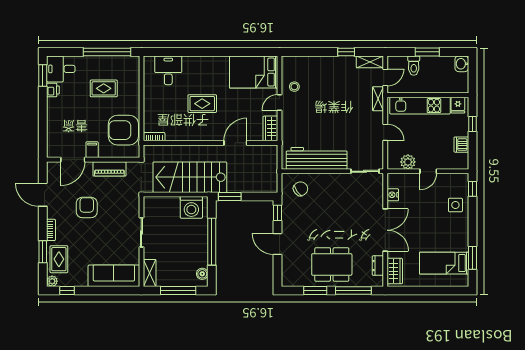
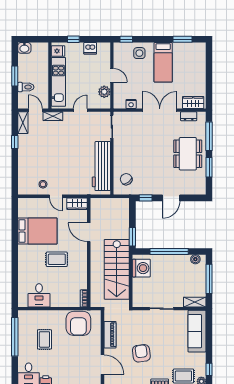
desk: (168, 70) -> (39, 295), moved, turned -90
bed: (254, 72) -> (37, 231), moved, turned -90
rug: (202, 104) -> (57, 259), turned 90
filing cabinet: (92, 150) -> (94, 349), removed
armchair: (87, 207) -> (141, 353), turned 83
bed: (444, 263) -> (163, 62), moved

